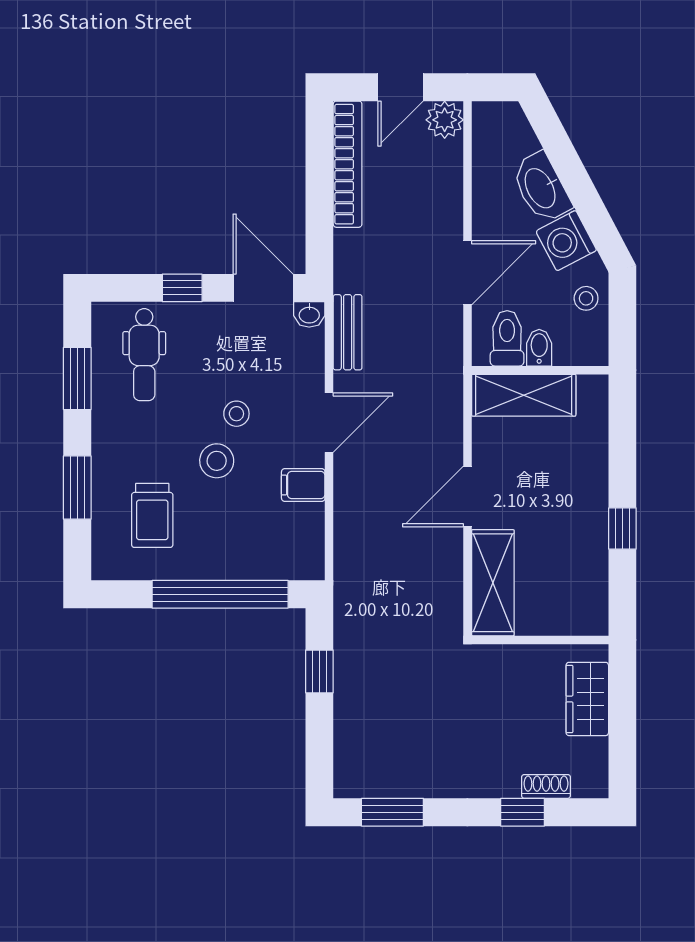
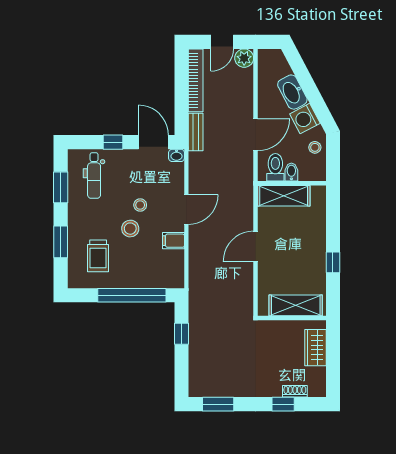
bench: (348, 332) -> (196, 132), moved
shelving: (493, 583) -> (296, 305), moved, turned 90

